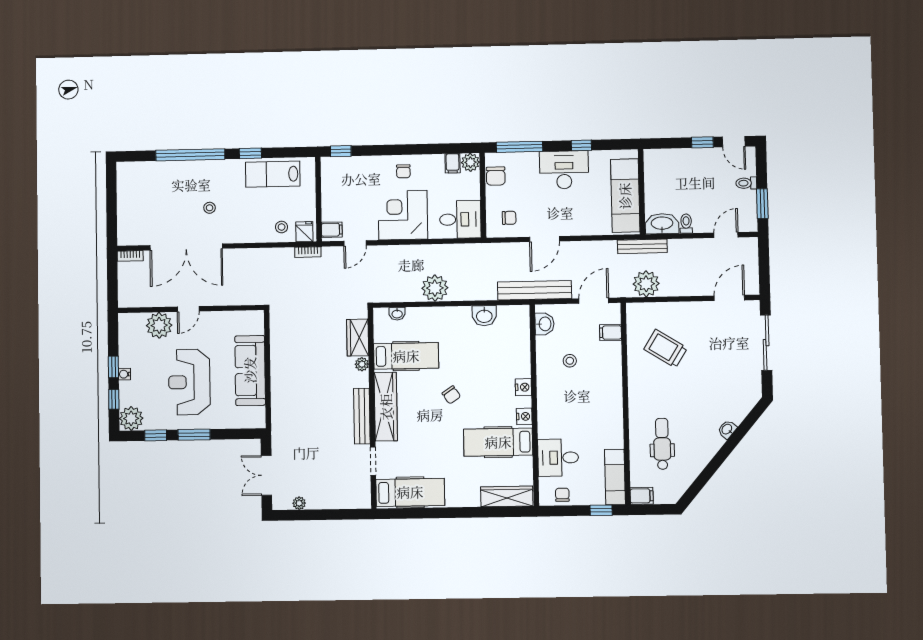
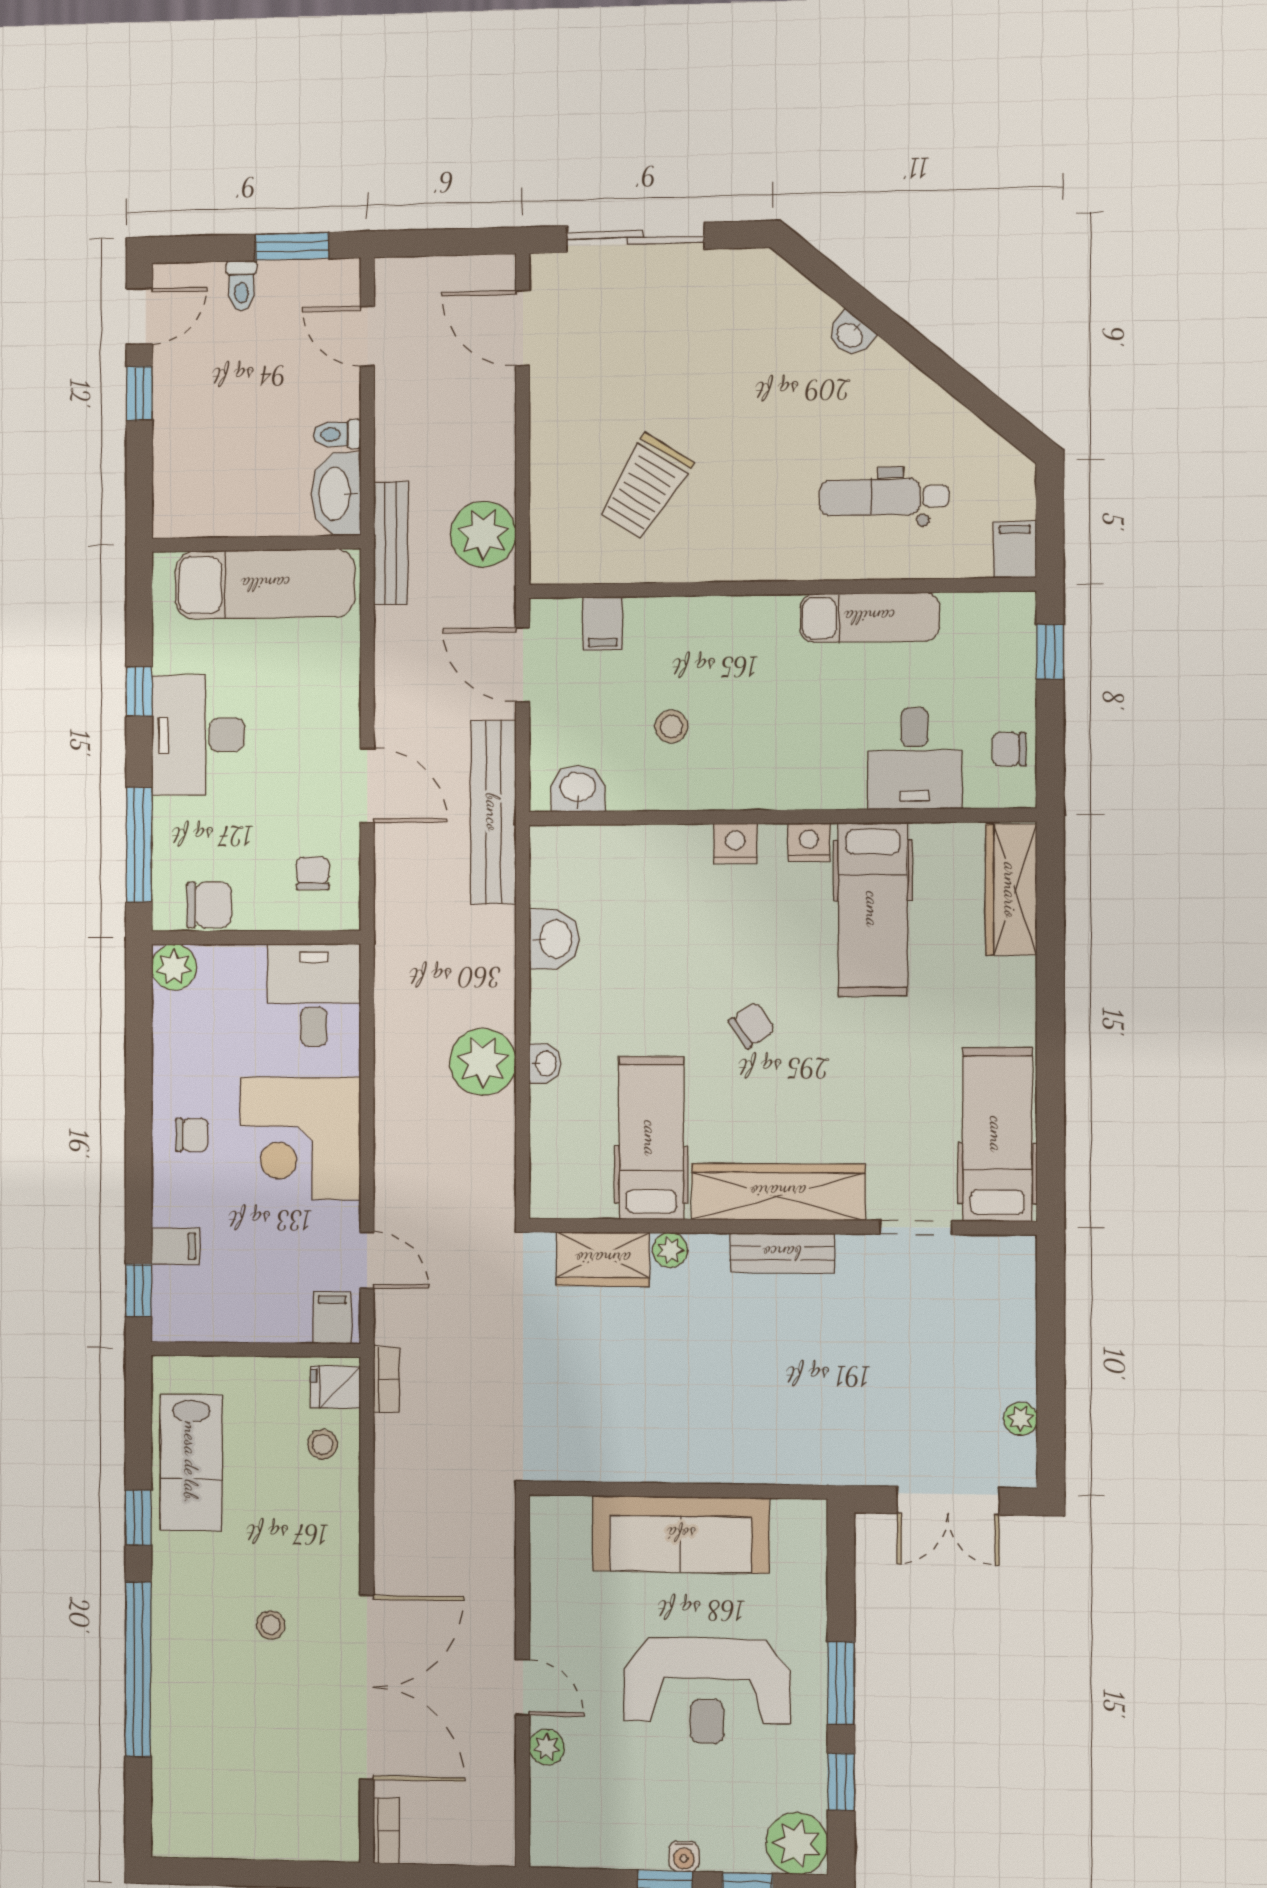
filing cabinet: (453, 163) -> (175, 1246), moved
washbasin: (397, 314) -> (545, 1063), moved
plant: (159, 325) -> (547, 1747), width x0.53, depth x0.53
bench: (362, 416) -> (782, 1253), width x0.73
exam couch: (615, 477) -> (869, 617), moved

